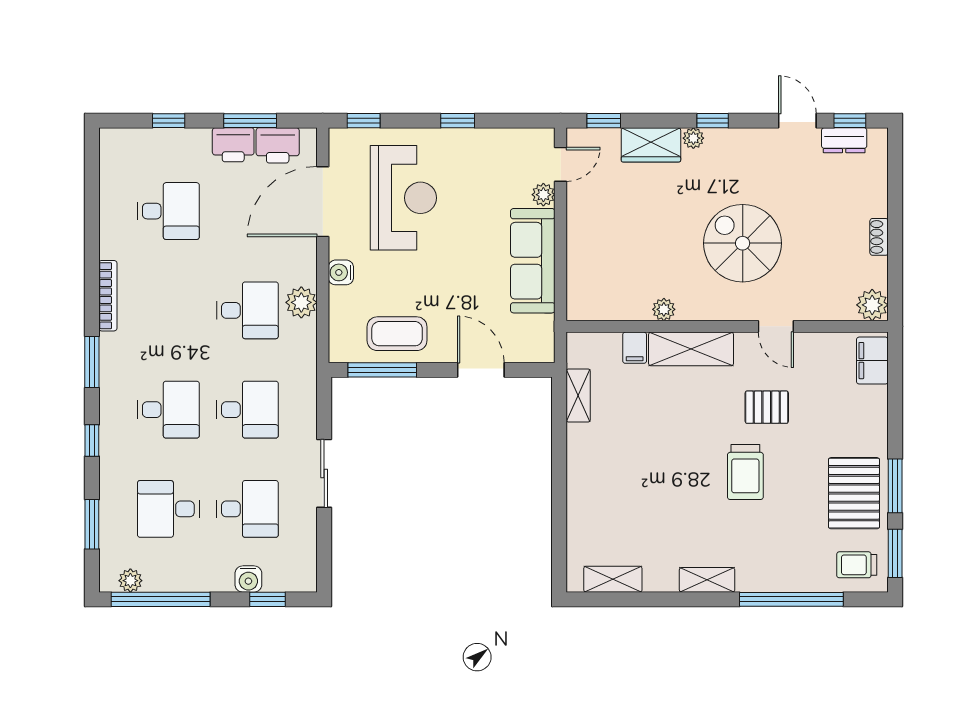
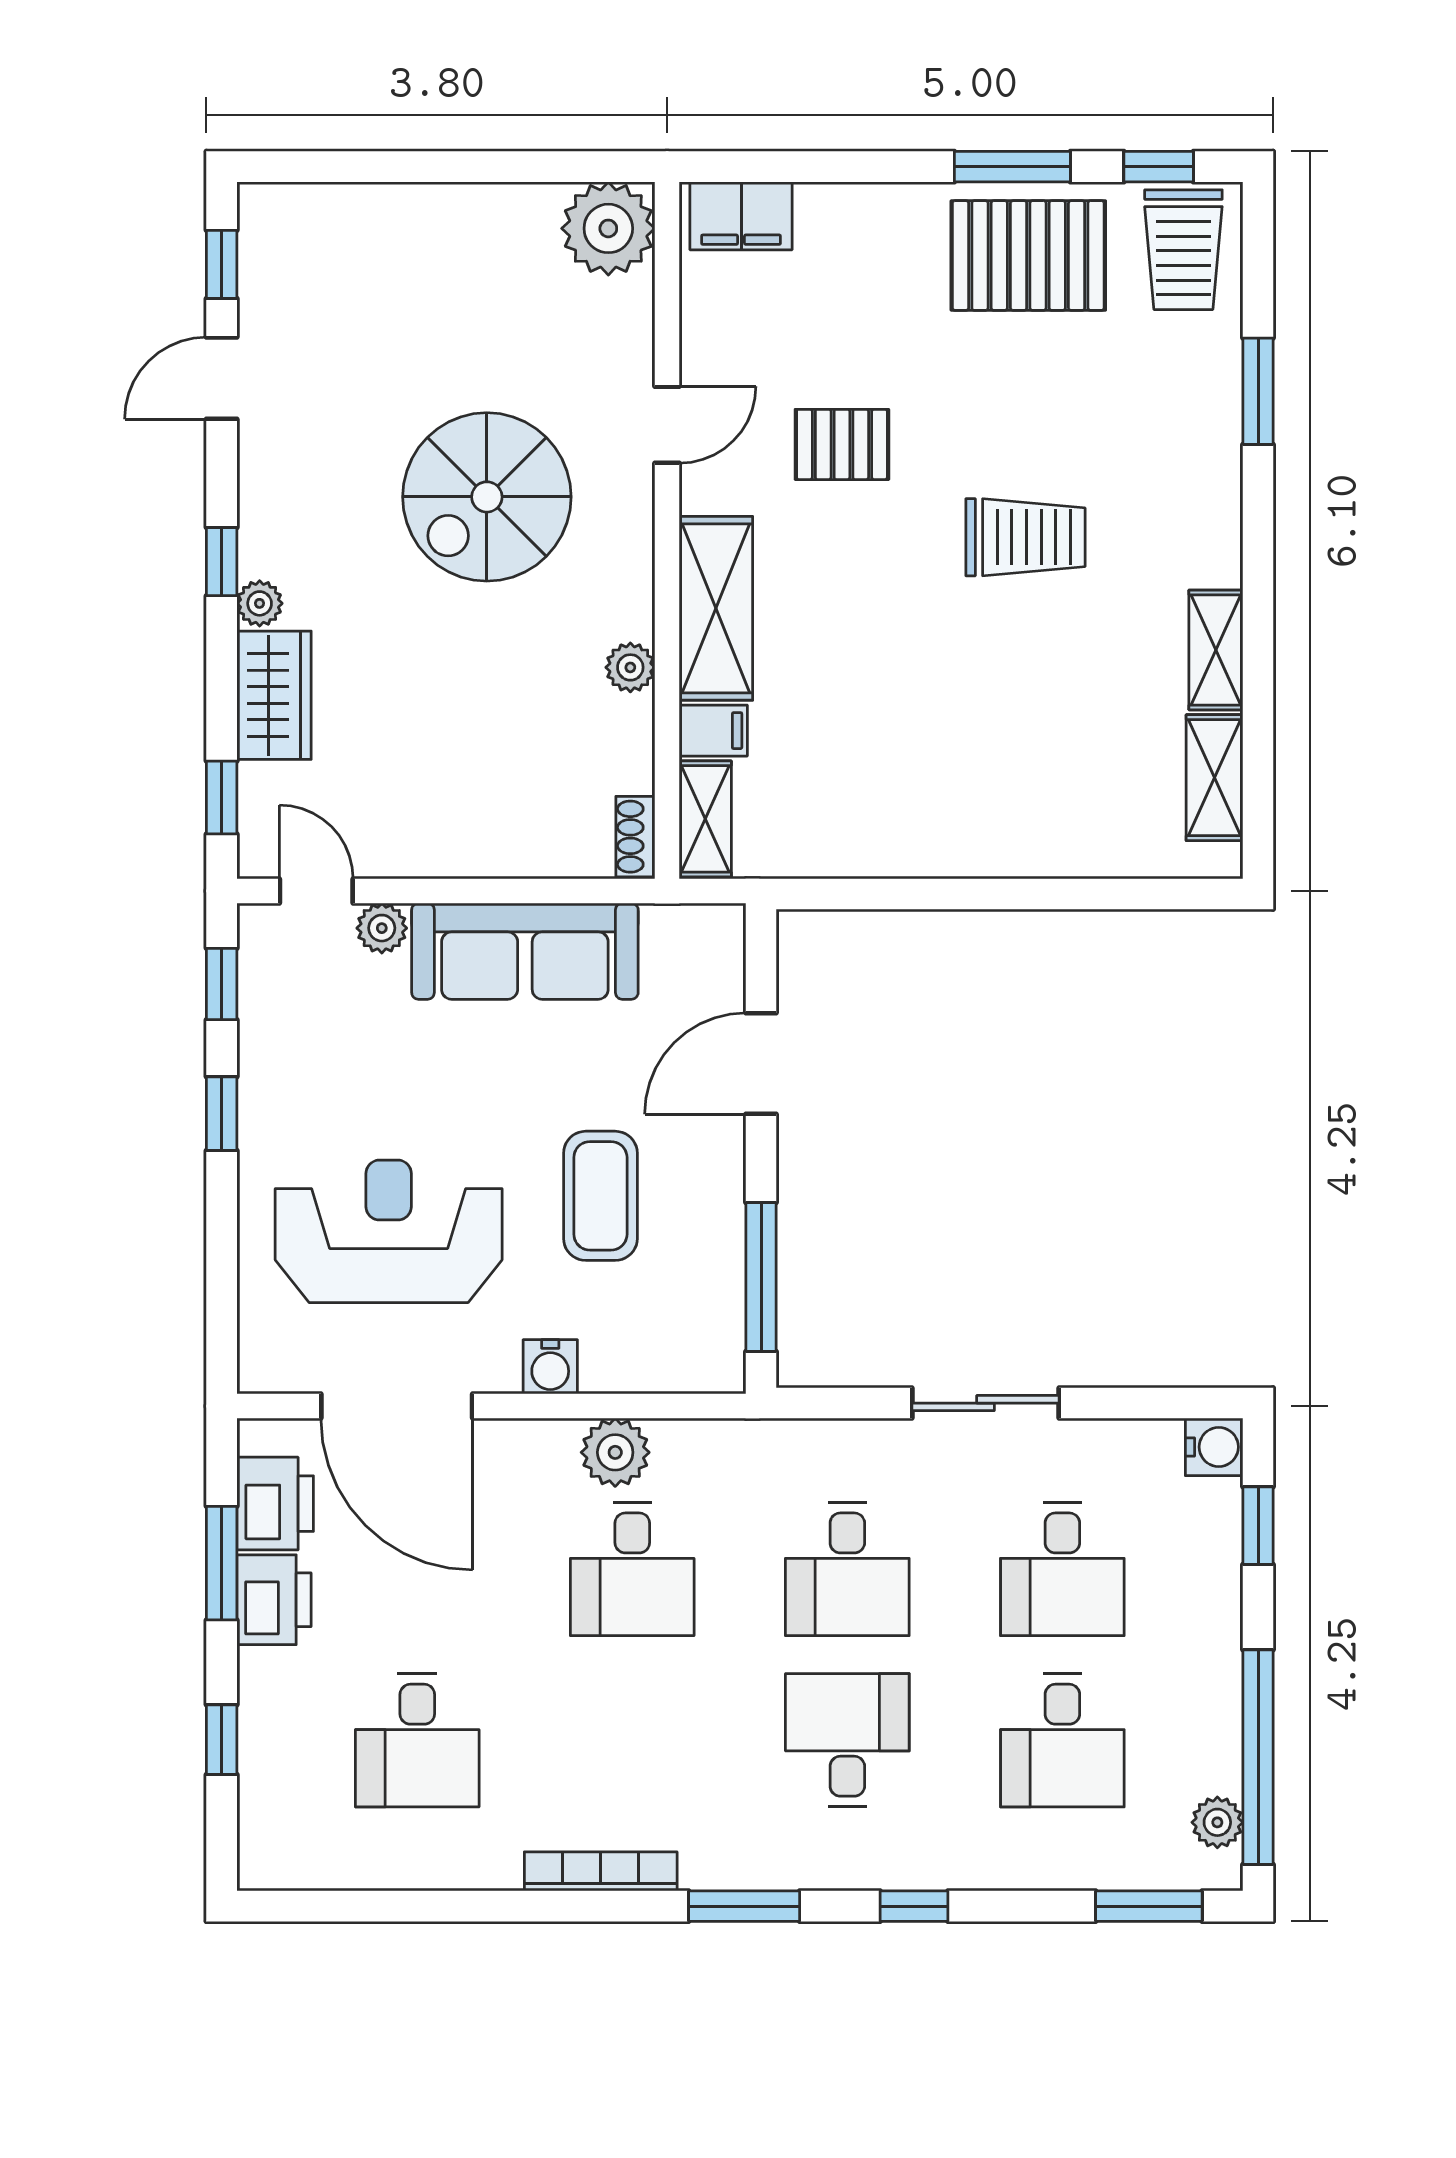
window: (364, 121) -> (222, 984), moved
dresser: (844, 140) -> (264, 277), removed
desk: (168, 211) -> (417, 1740), turned 180
shoe rack: (879, 237) -> (635, 837), moved, turned 90
plant: (872, 305) -> (608, 228), width x1.36, depth x1.36
desk: (247, 310) -> (632, 1569), turned 180
coffee table: (397, 334) -> (600, 1196), moved
shelving: (578, 395) -> (705, 819), moved, turned 90
pallet: (767, 407) -> (842, 444), turned 90
desk: (247, 410) -> (847, 1569), turned 180
trolley: (745, 472) -> (1025, 537), moved
desk: (247, 509) -> (1062, 1569), turned 180
window: (92, 524) -> (1149, 1906), moved
window: (895, 553) -> (1159, 167), width x0.67
trolley: (857, 565) -> (1183, 250), width x1.36, depth x1.39
water cooler: (248, 579) -> (1214, 1447), moved
shelving: (707, 580) -> (1216, 650), moved
window: (791, 599) -> (1258, 391), width x0.47

